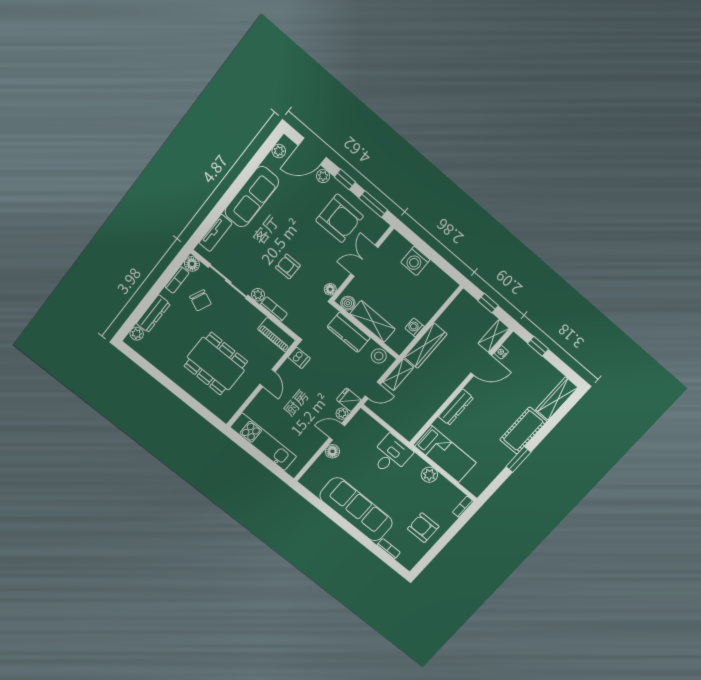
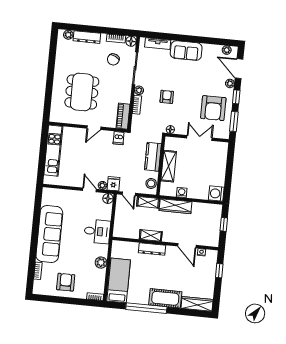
sofa: (252, 197) -> (186, 51), width x0.73
washing machine: (415, 261) -> (216, 194), moved
boiler: (348, 303) -> (169, 145), removed
shelving: (494, 336) -> (151, 235), moved
floor lamp: (332, 451) -> (108, 198), moved
bed: (445, 454) -> (119, 280), moved, turned 180
window: (518, 459) -> (146, 308), width x2.11

